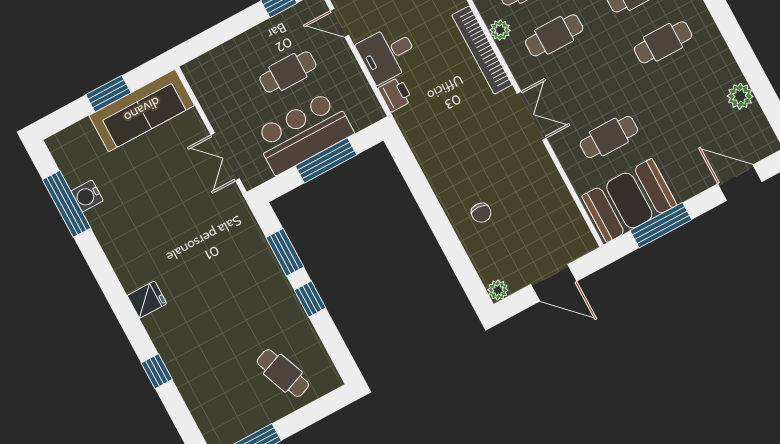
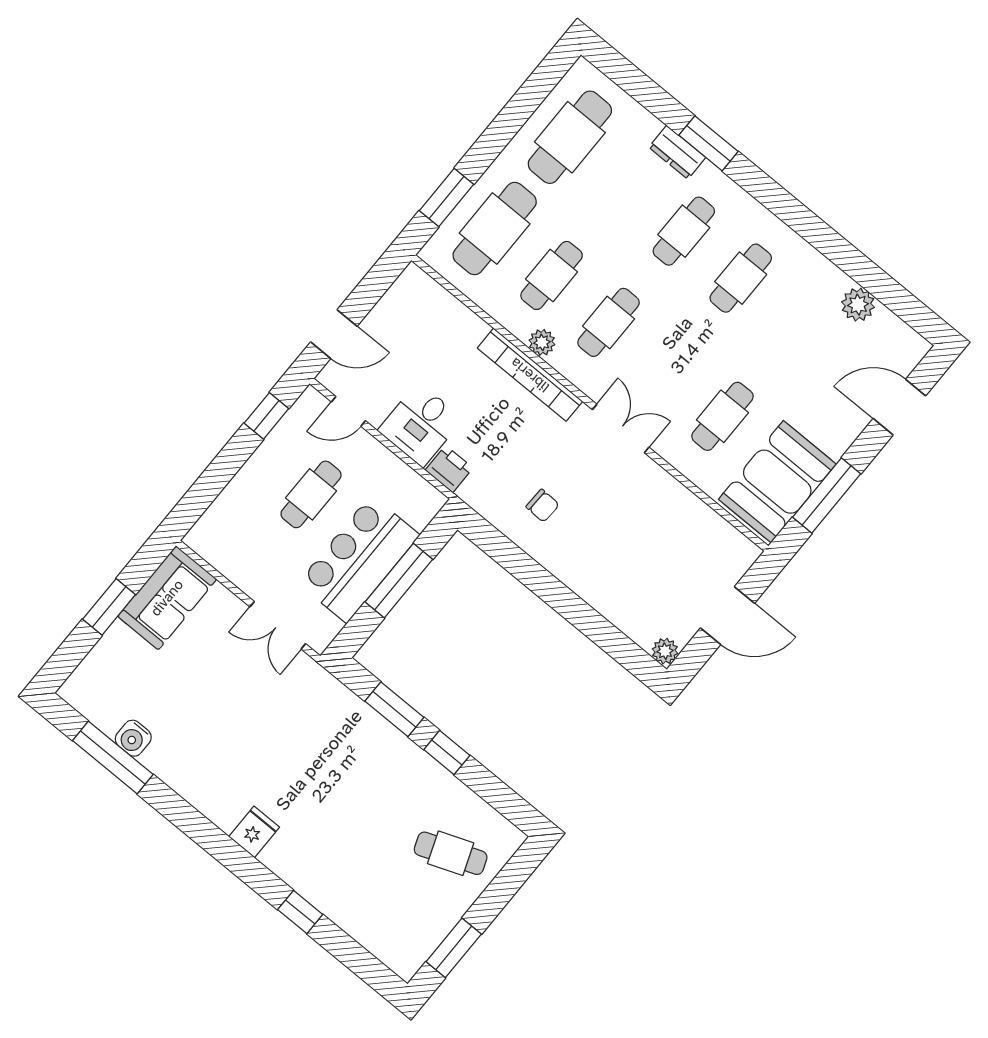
sofa: (142, 110) -> (167, 598), width x0.73
chair: (481, 213) -> (543, 506), moved

